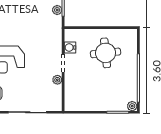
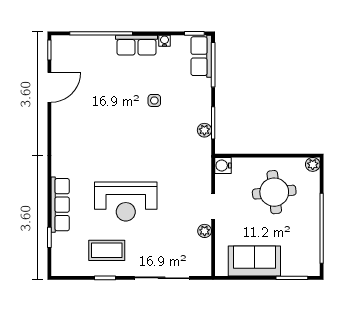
water cooler: (70, 47) -> (223, 165), moved
sofa: (92, 101) -> (254, 261), added
plant: (132, 106) -> (313, 164), moved

